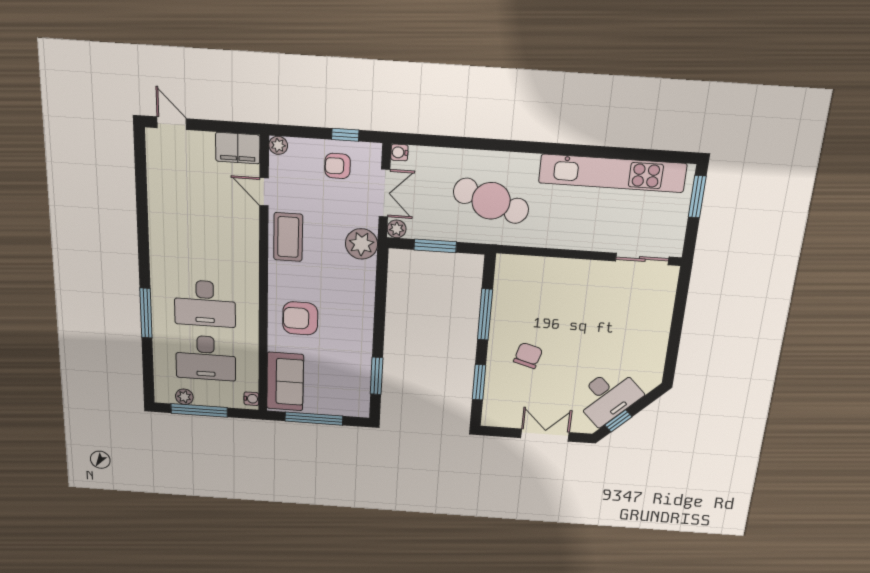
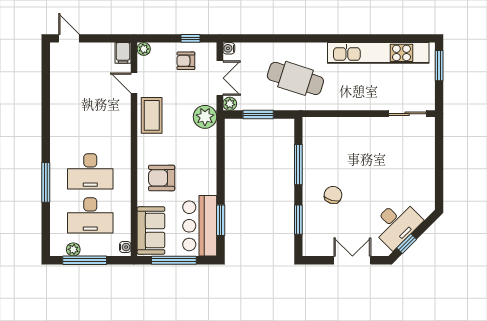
filing cabinet: (238, 148) -> (123, 53), width x0.50
bar counter: (349, 380) -> (200, 226), added

